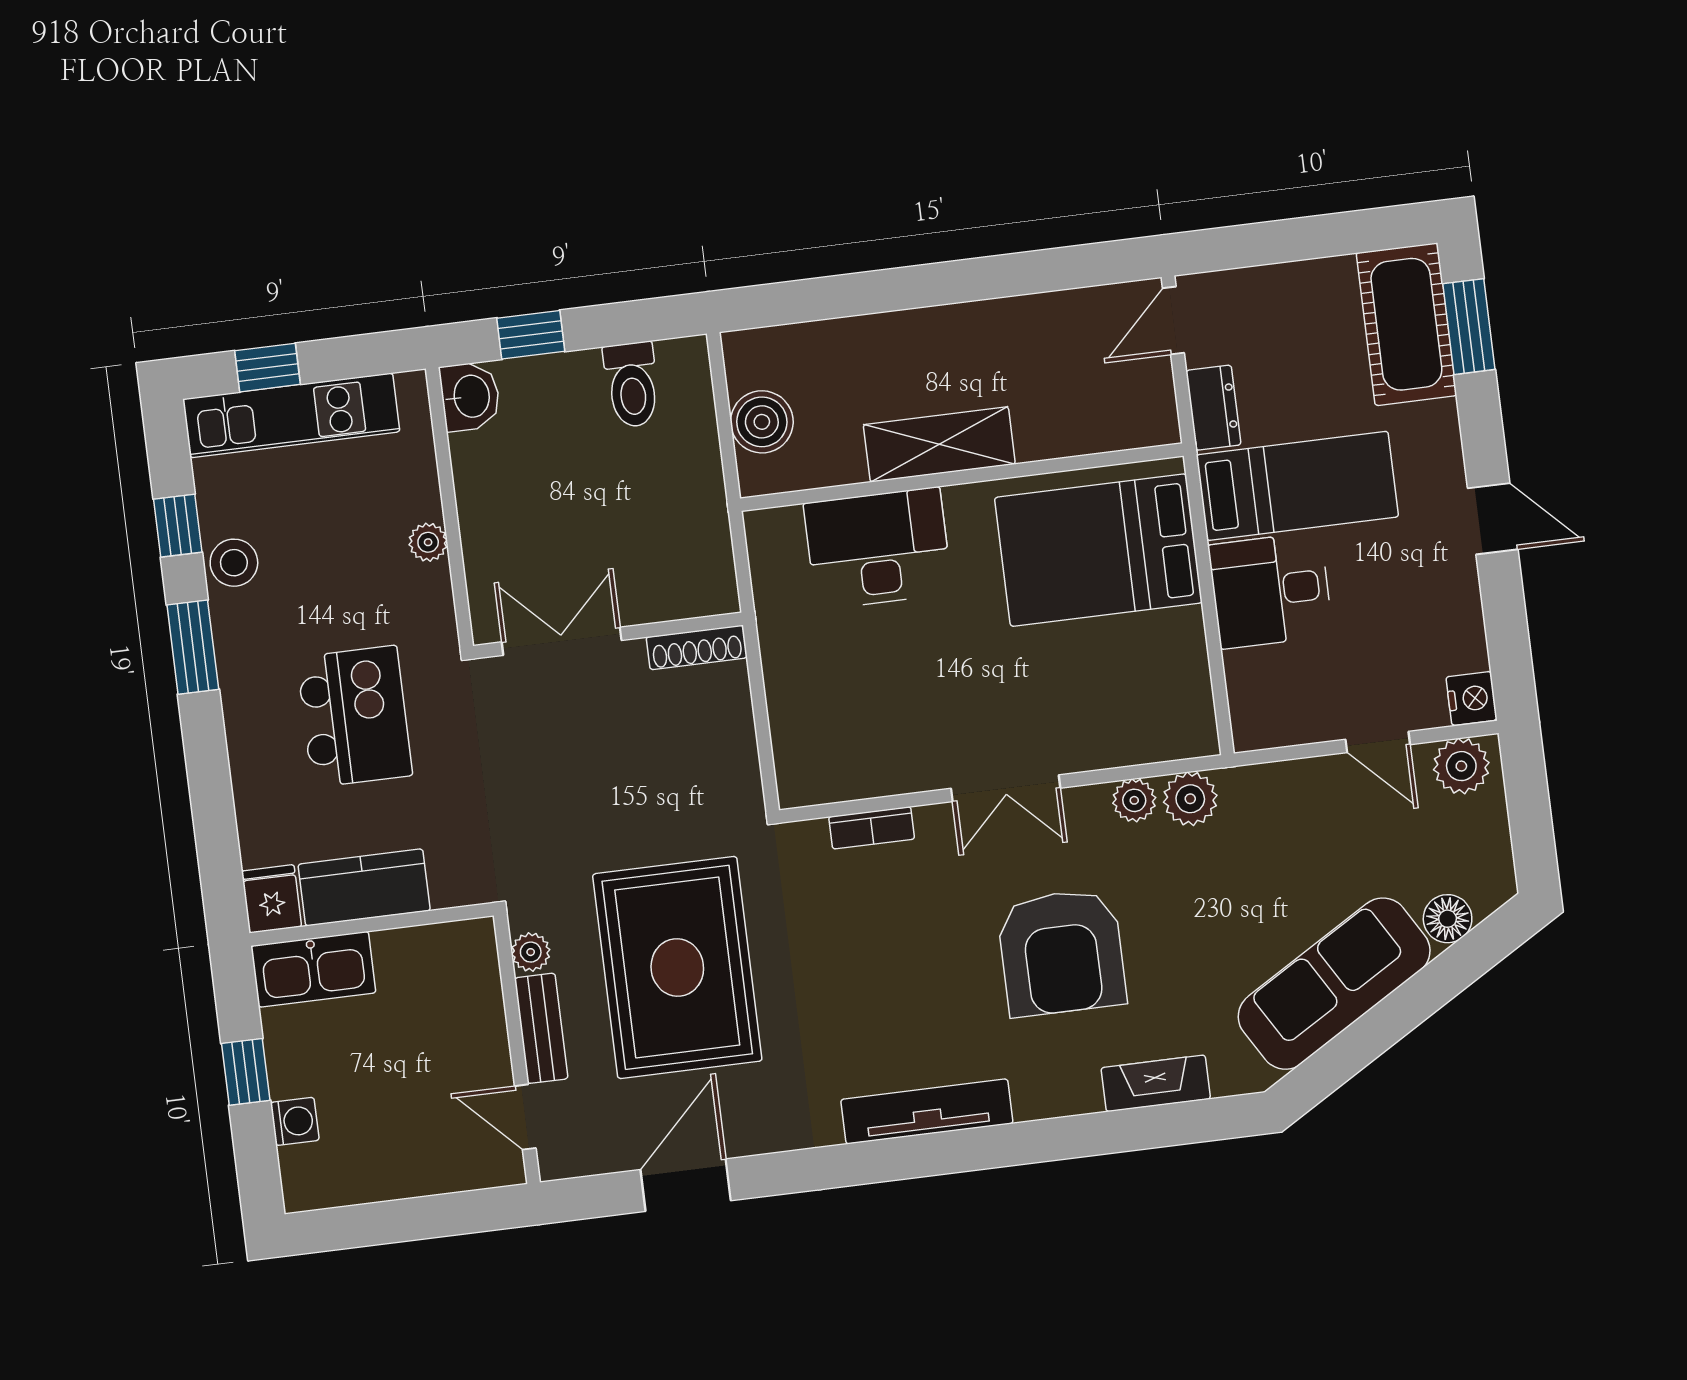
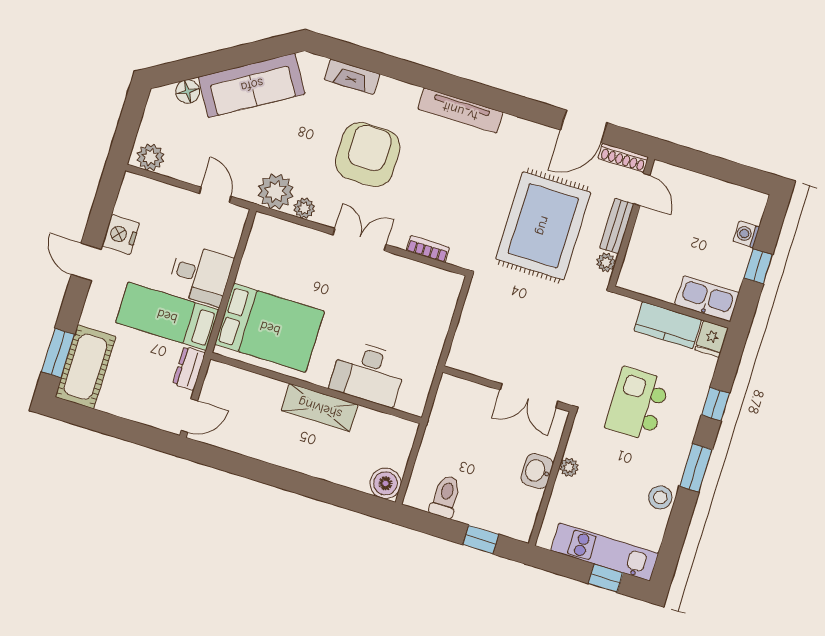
washbasin: (470, 396) -> (537, 471), moved
boiler: (762, 422) -> (385, 483), moved
window: (178, 526) -> (716, 404), moved
shoe rack: (697, 647) -> (623, 158), moved, turned 180
nightstand: (1472, 698) -> (121, 235), moved, width x1.36, depth x1.33
door: (1378, 742) -> (215, 195), moved
plant: (1190, 799) -> (276, 191), width x1.36, depth x1.36

